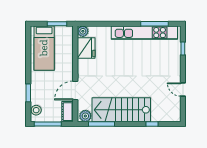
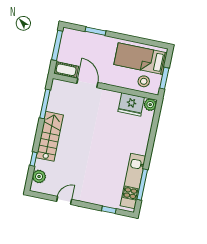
kitchen unit: (144, 33) -> (133, 181), width x0.73
stool: (36, 110) -> (144, 81), moved
stairs: (121, 110) -> (50, 136), width x0.73, depth x0.66
plant: (85, 116) -> (39, 176), moved

